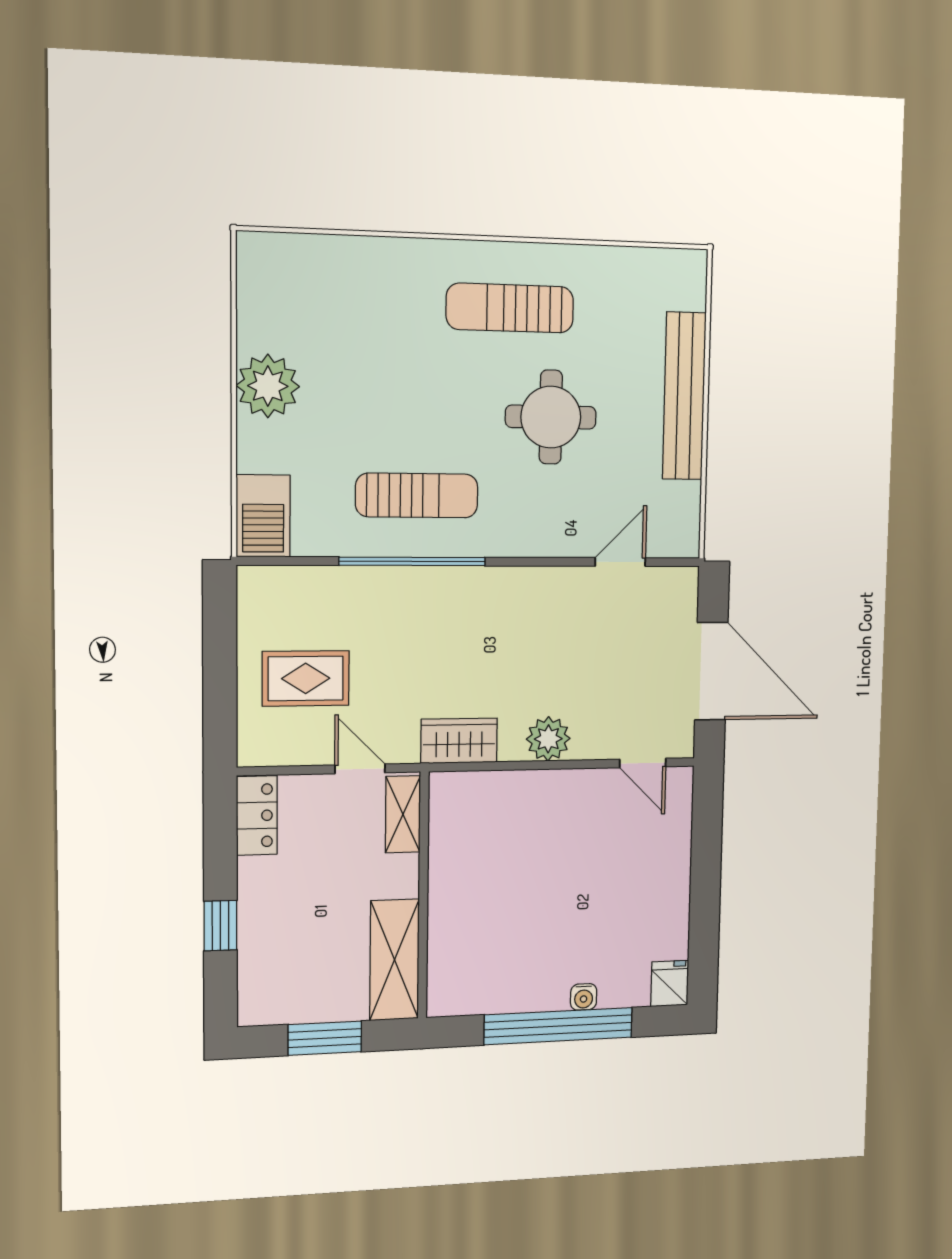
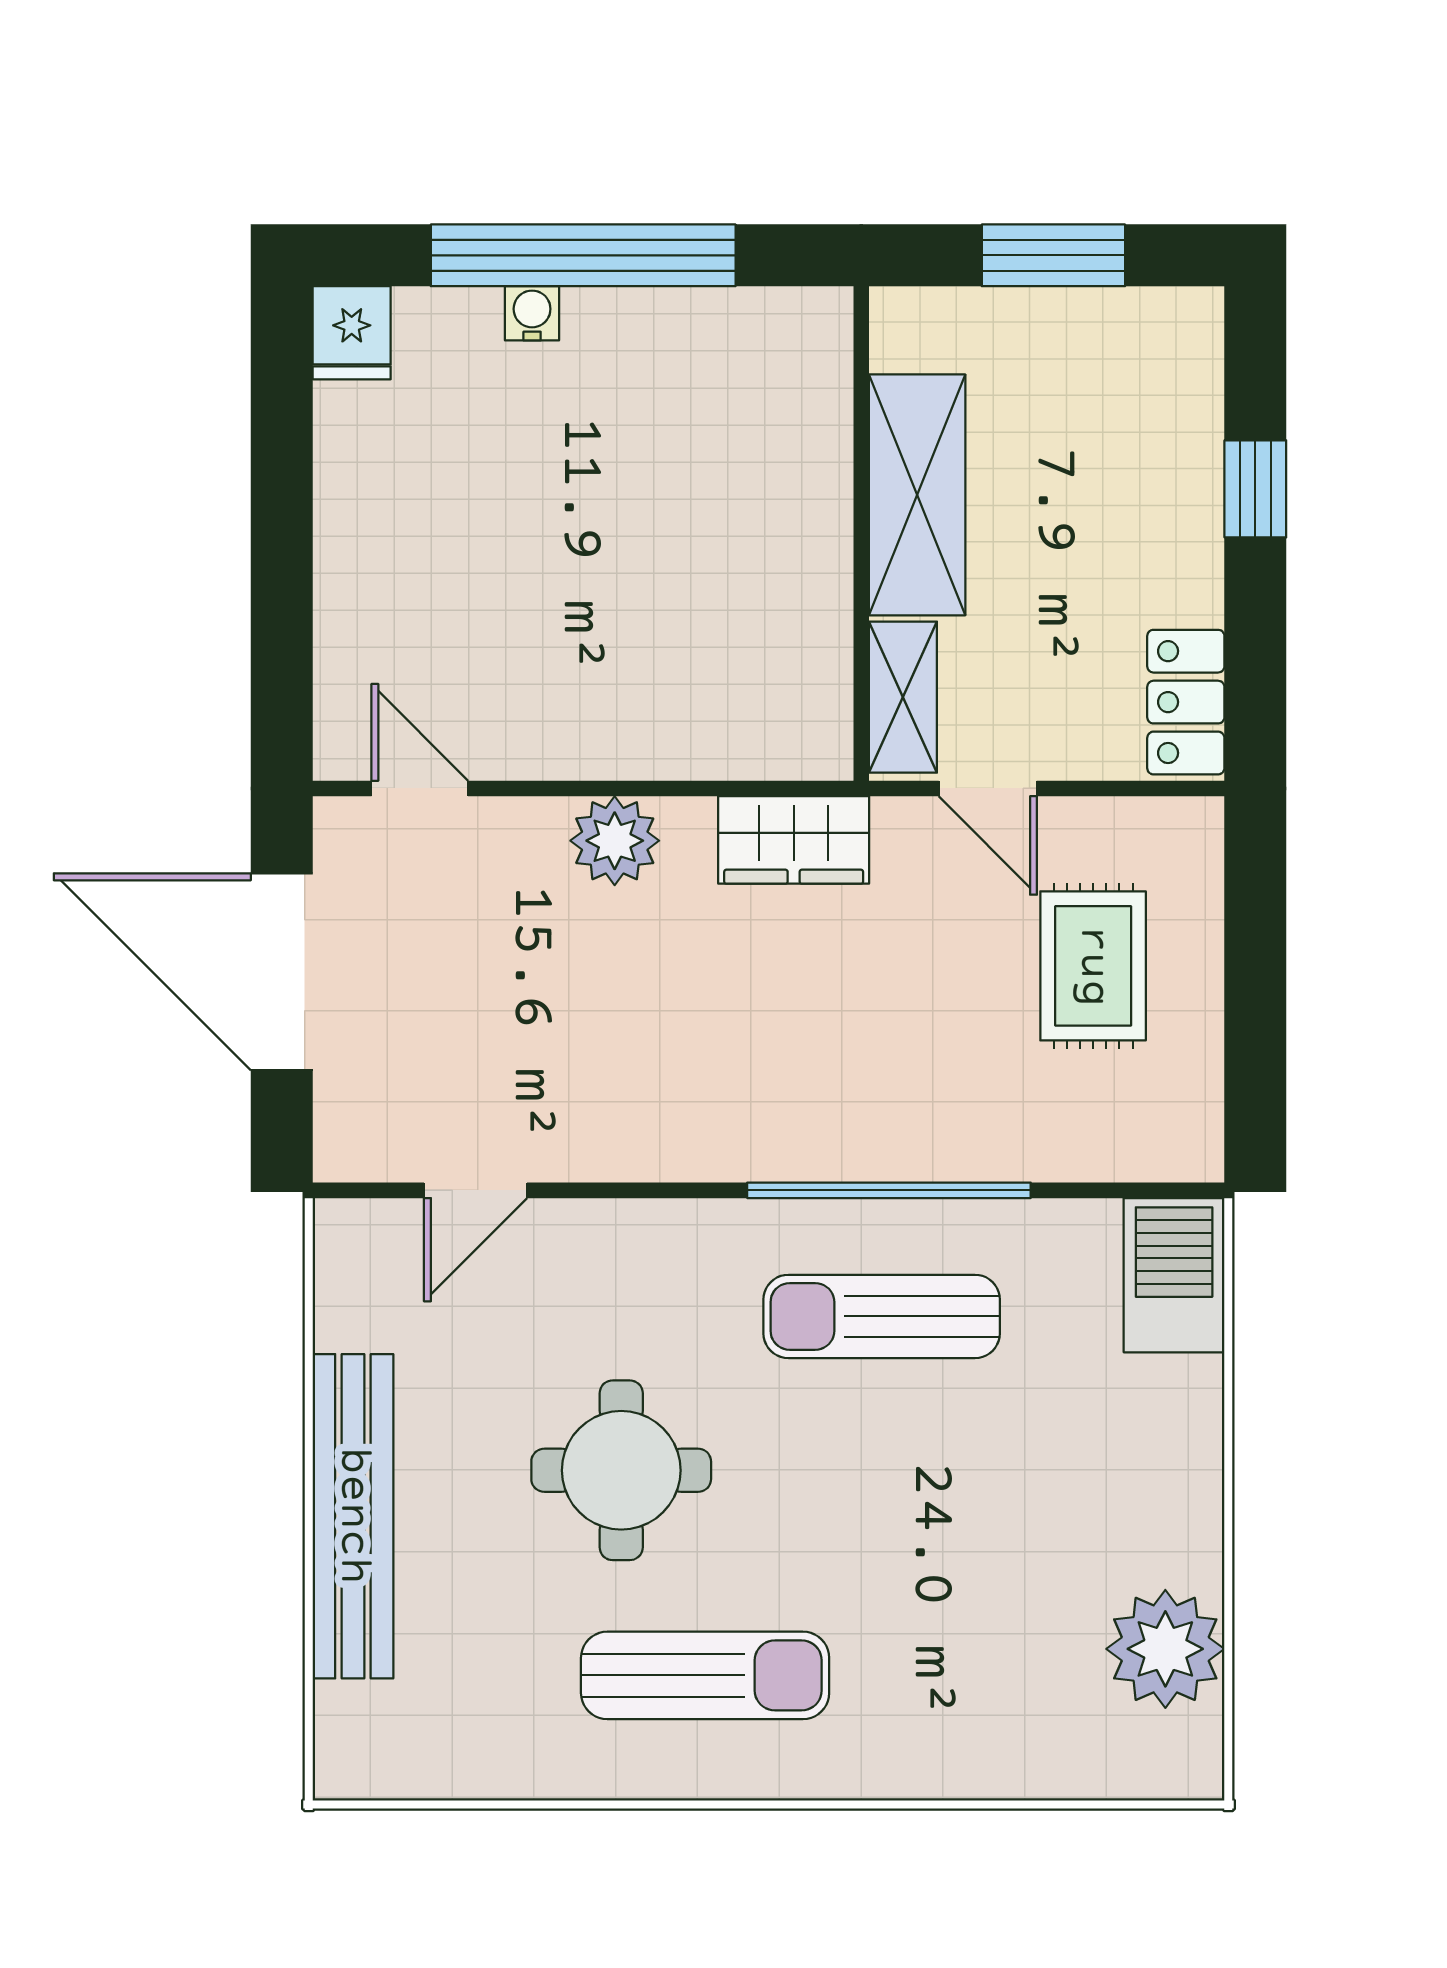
plant: (268, 386) -> (1165, 1649), moved
rug: (306, 678) -> (1093, 966), turned 90
shelving: (395, 960) -> (917, 495), moved

